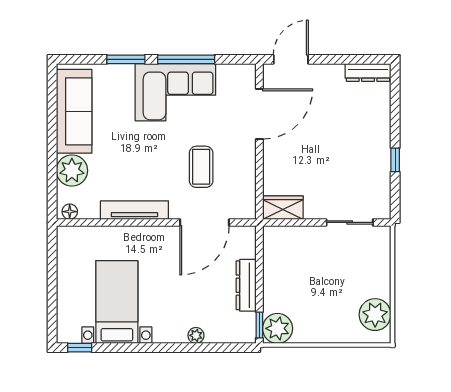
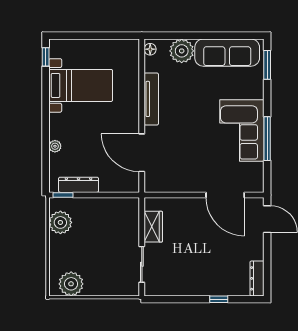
window: (126, 59) -> (267, 65), moved
window: (395, 160) -> (219, 299), moved
coffee table: (201, 167) -> (185, 150), removed
wardrobe: (283, 208) -> (153, 227), moved
dresser: (246, 285) -> (79, 185), moved
plant: (278, 328) -> (60, 222), moved

